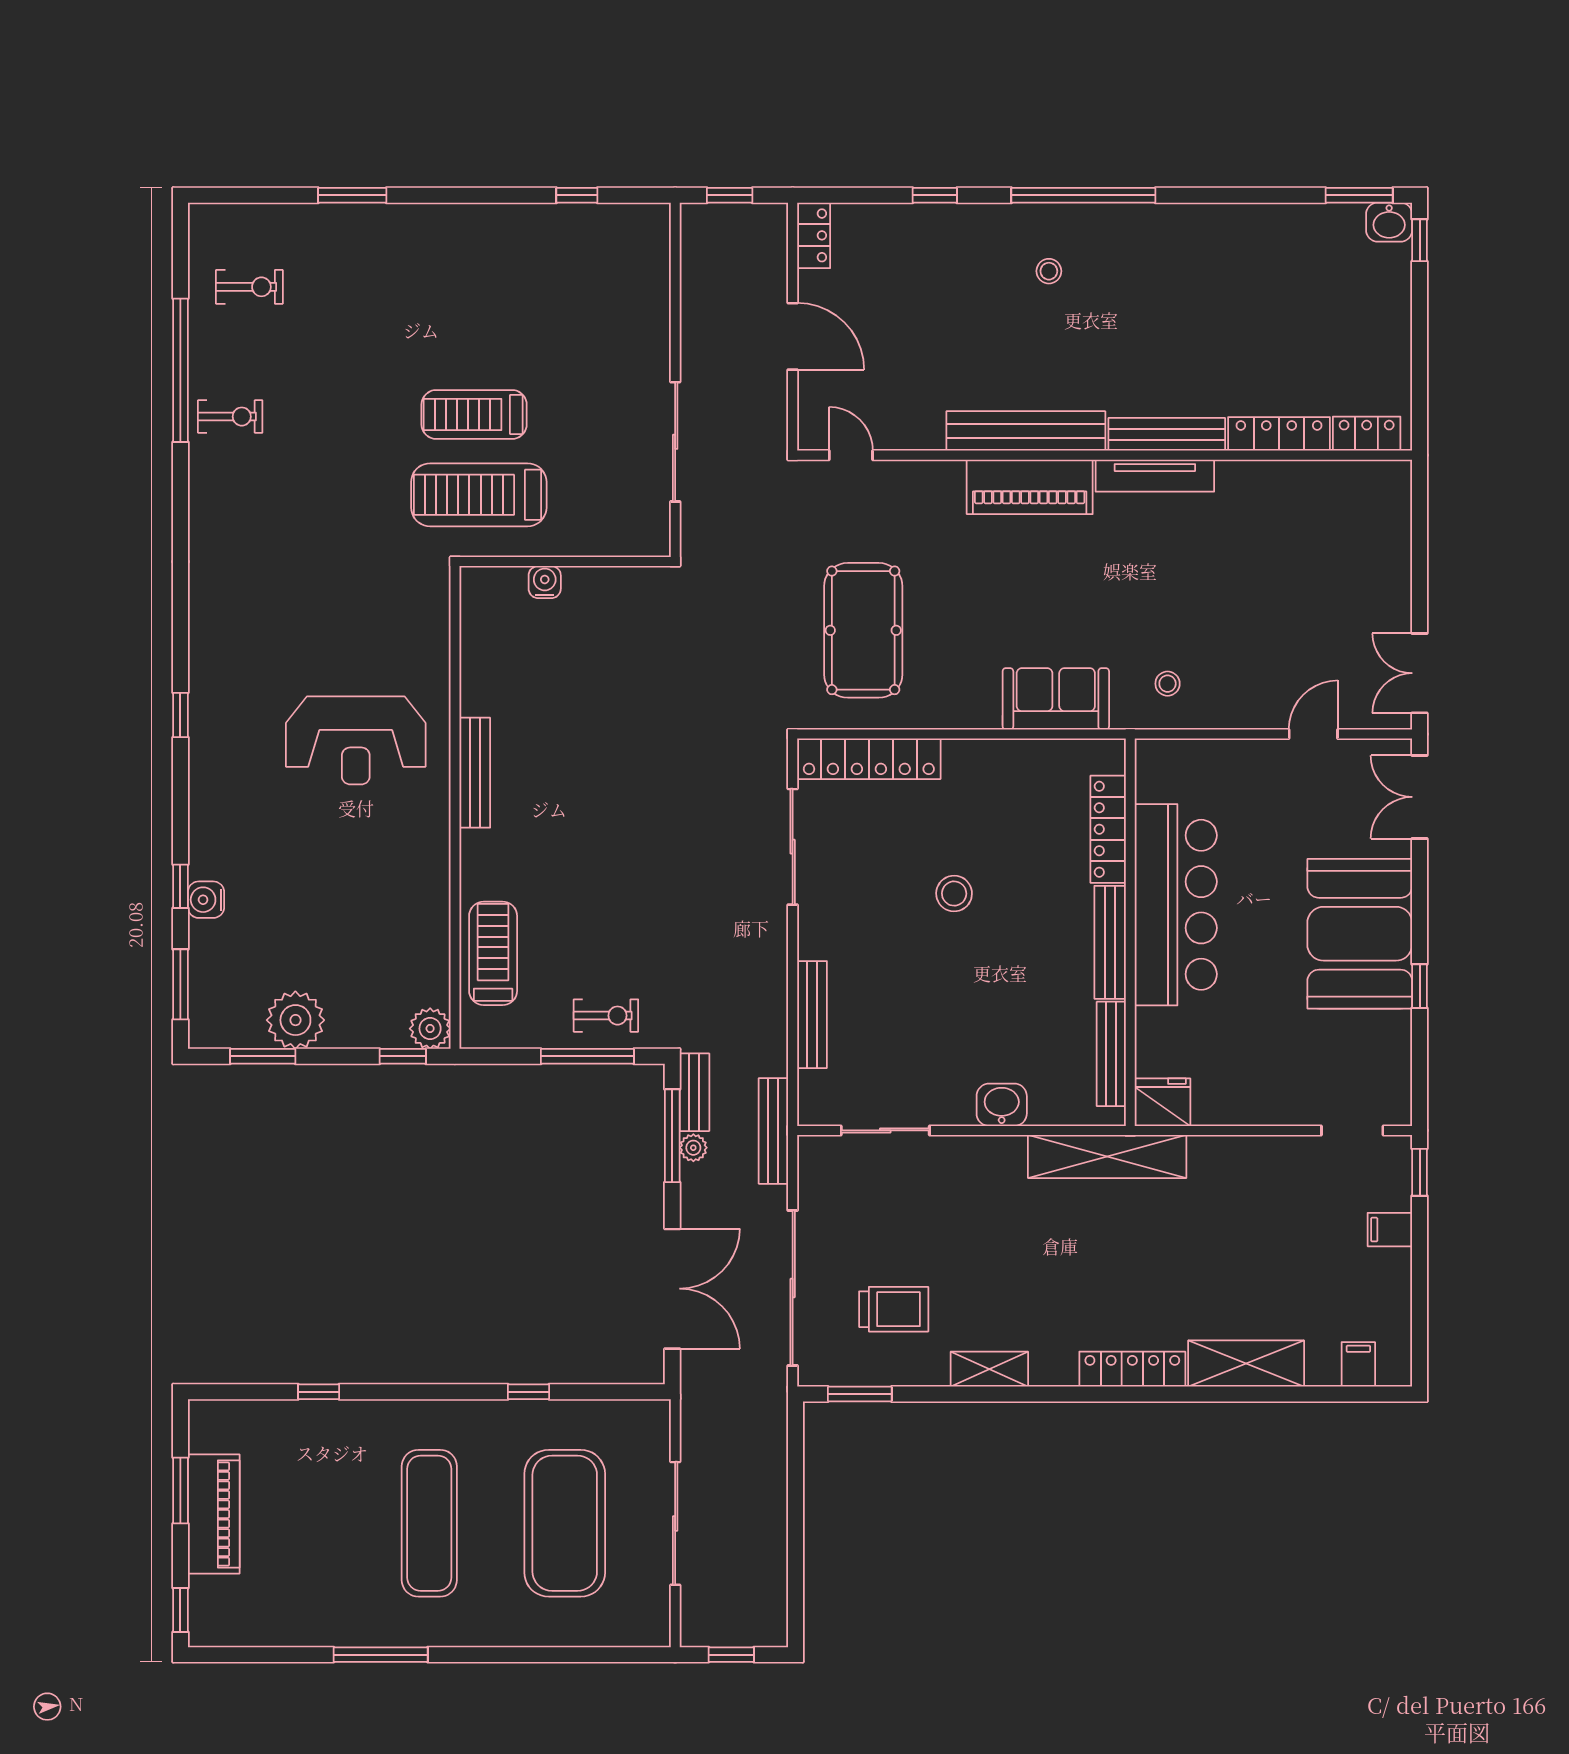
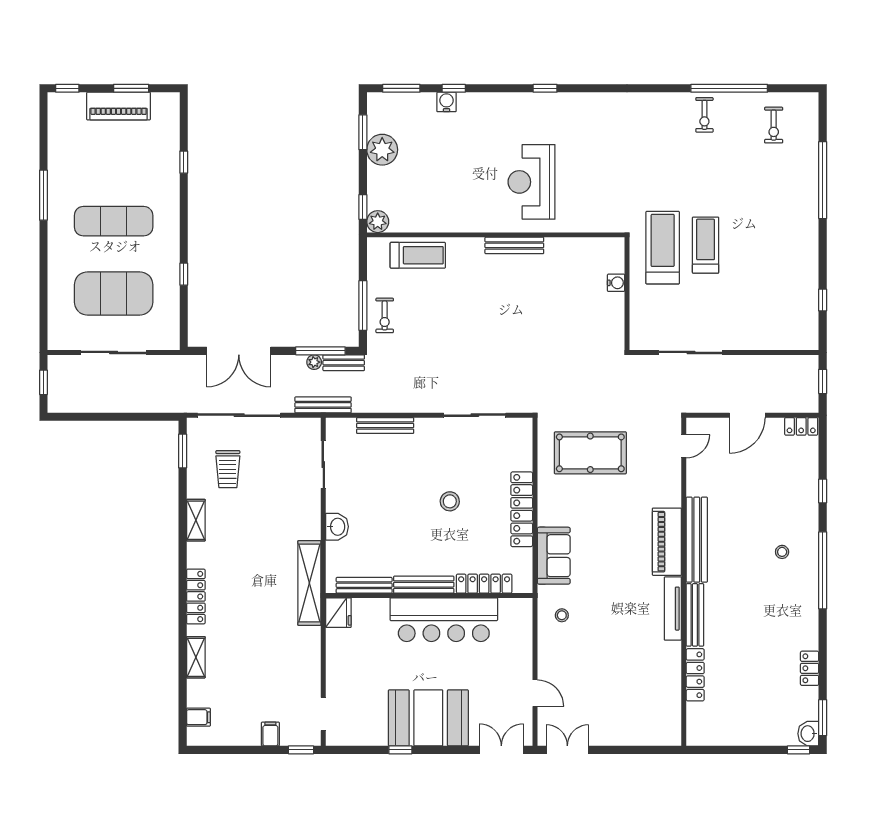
window: (352, 195) -> (823, 180), width x2.11
locker: (1367, 434) -> (810, 668), moved, turned 180
locker: (869, 759) -> (522, 509), moved
shelving: (1246, 1364) -> (196, 657), width x0.67, depth x0.75

